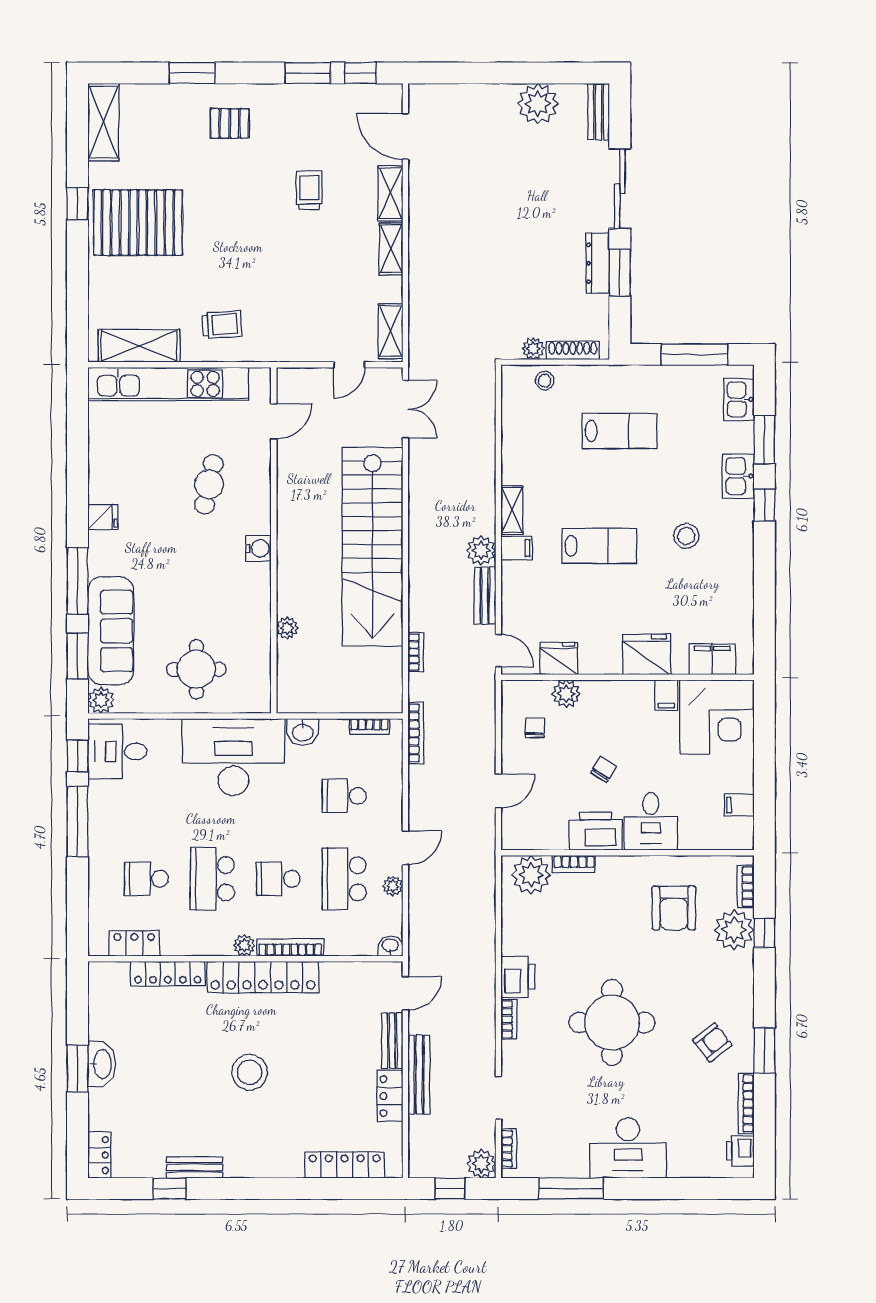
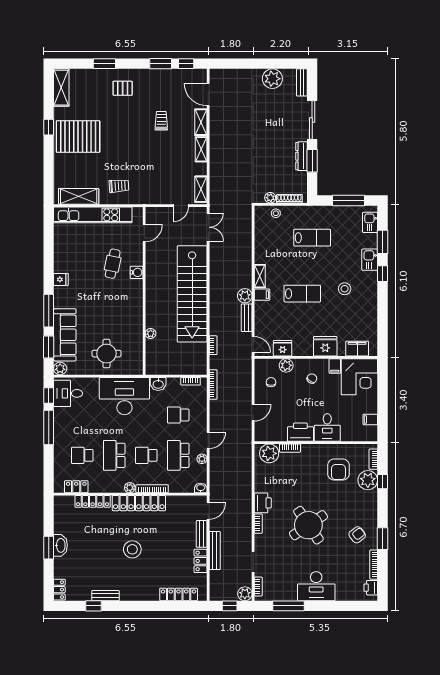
water cooler: (258, 548) -> (137, 272), moved
chair: (604, 769) -> (312, 379), moved
round table: (612, 1023) -> (308, 525), turned -34

